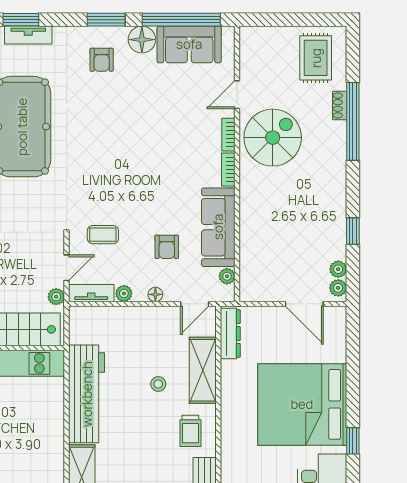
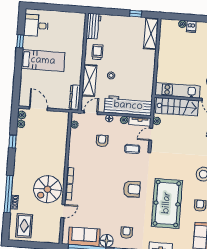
armchair: (97, 151) -> (132, 189), added
sofa: (218, 227) -> (77, 148), removed
workbench: (87, 394) -> (128, 106), moved, turned 90
bed: (302, 404) -> (43, 61), width x0.49

